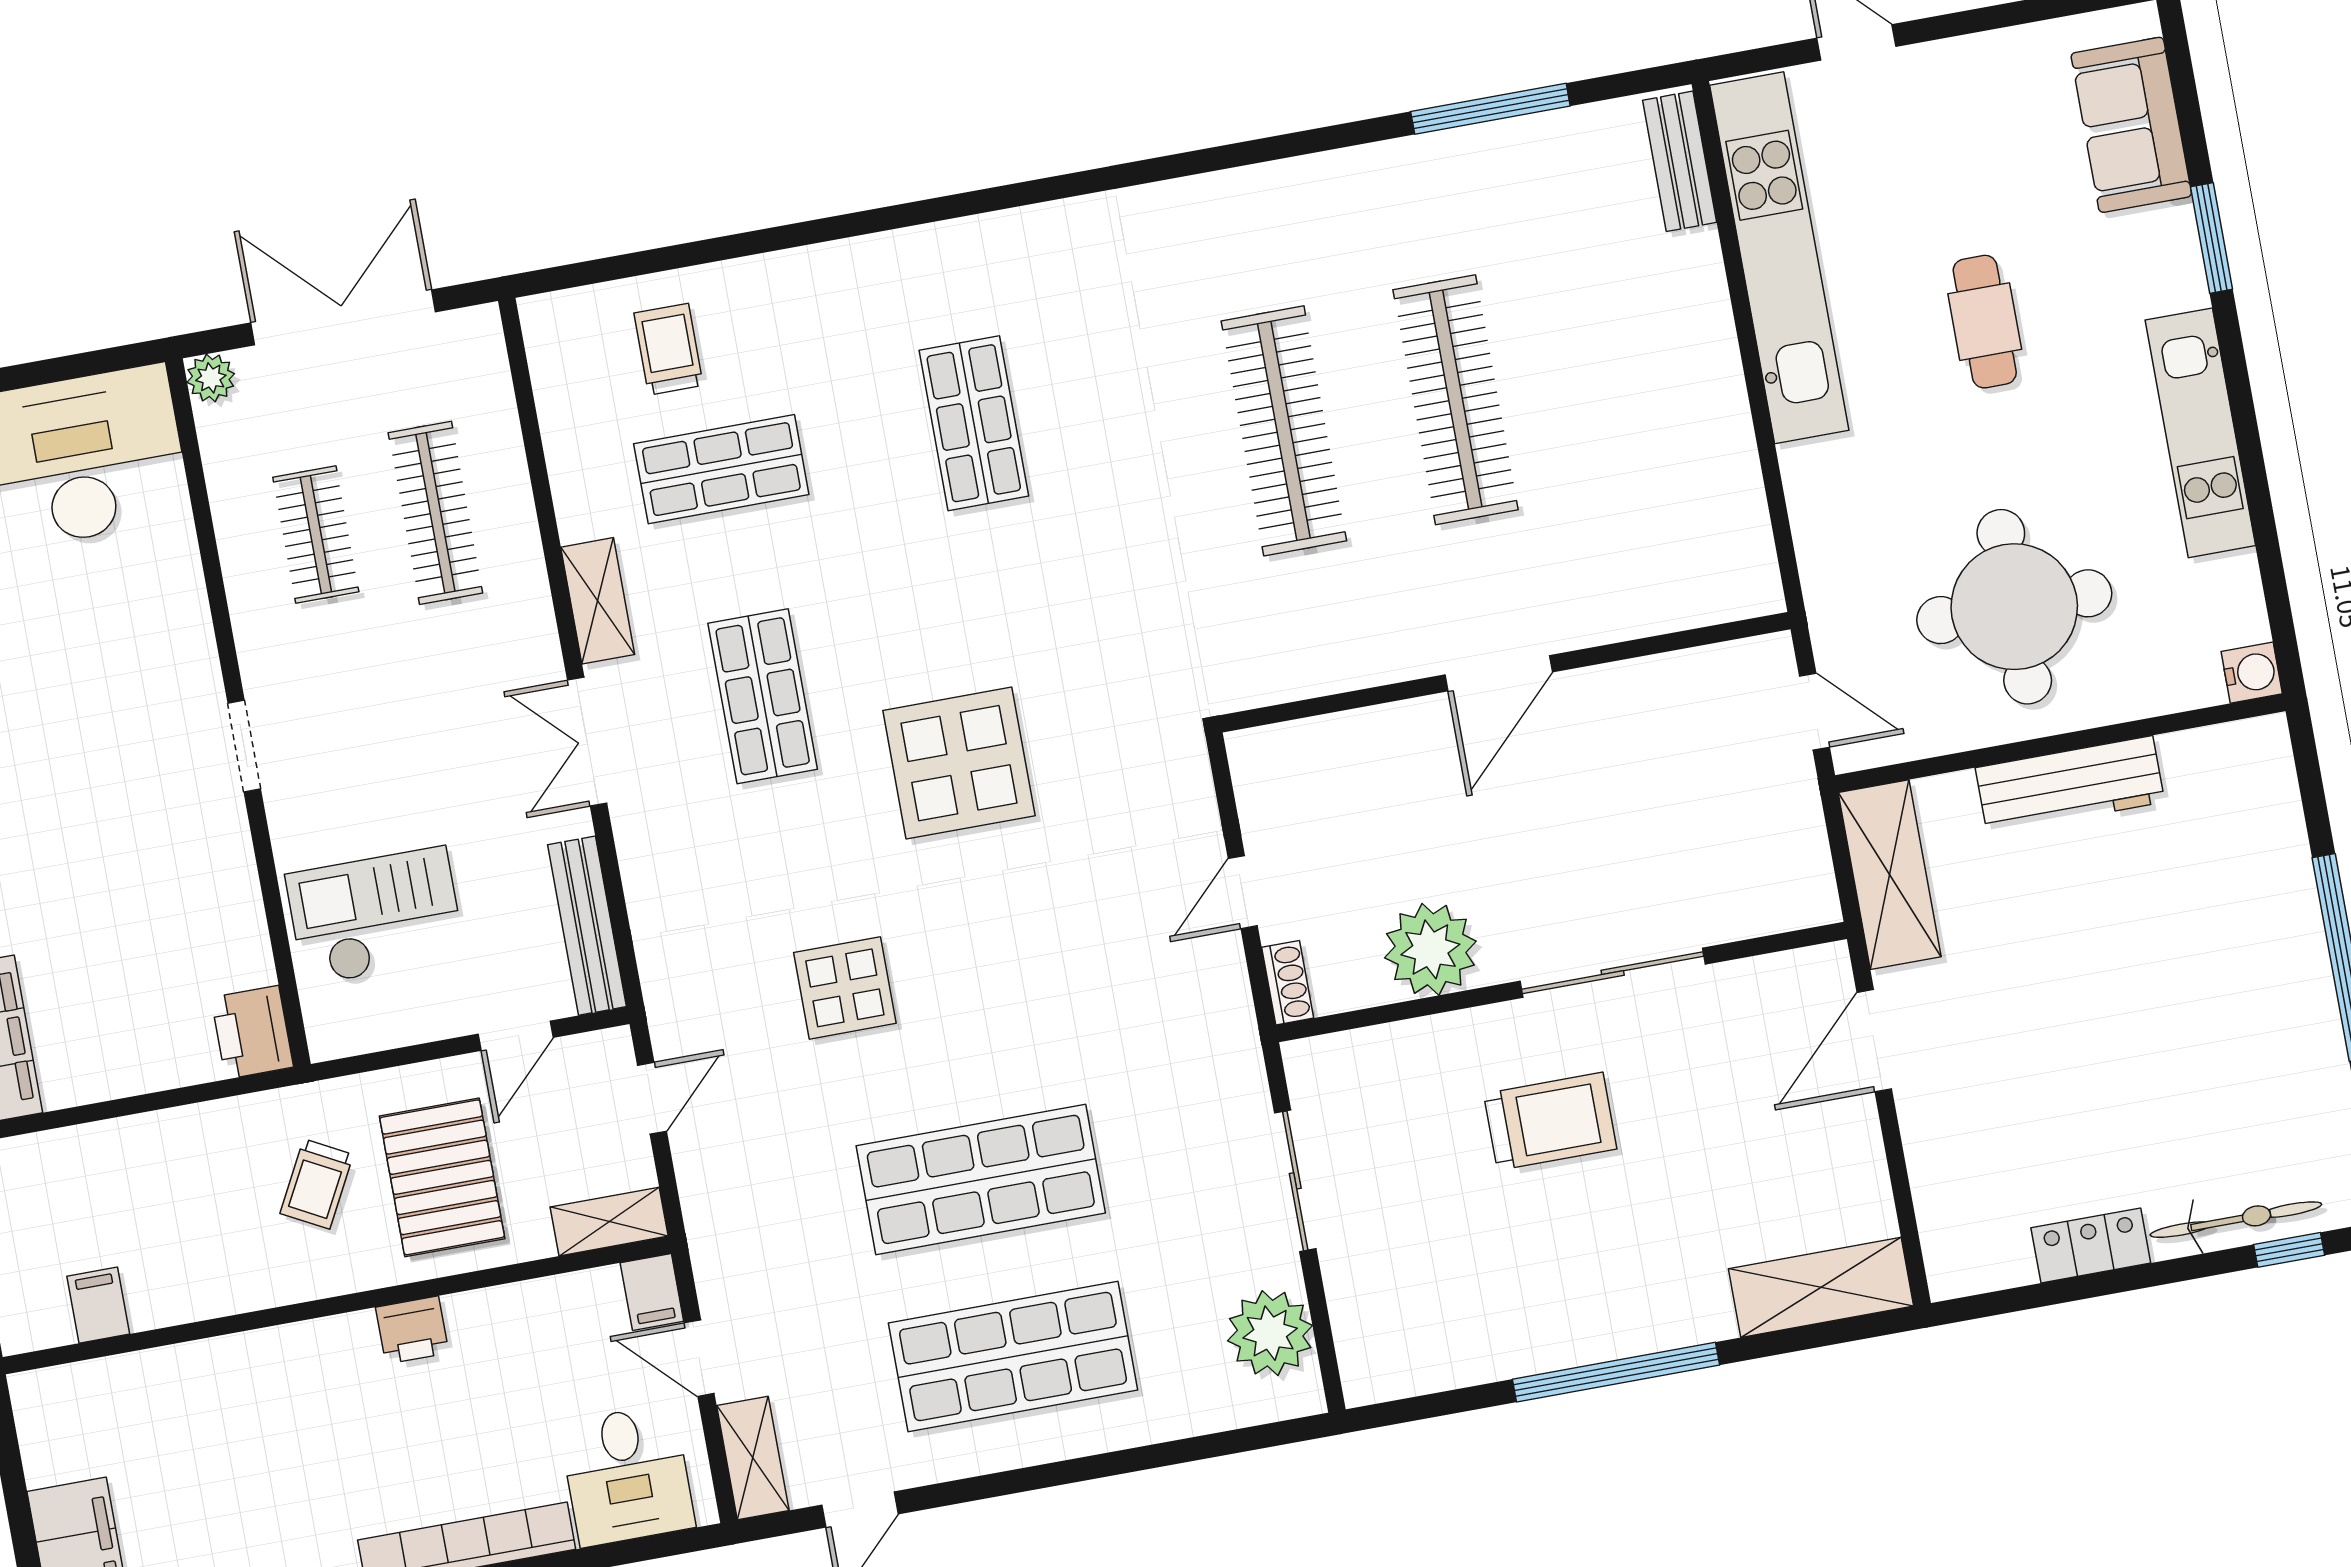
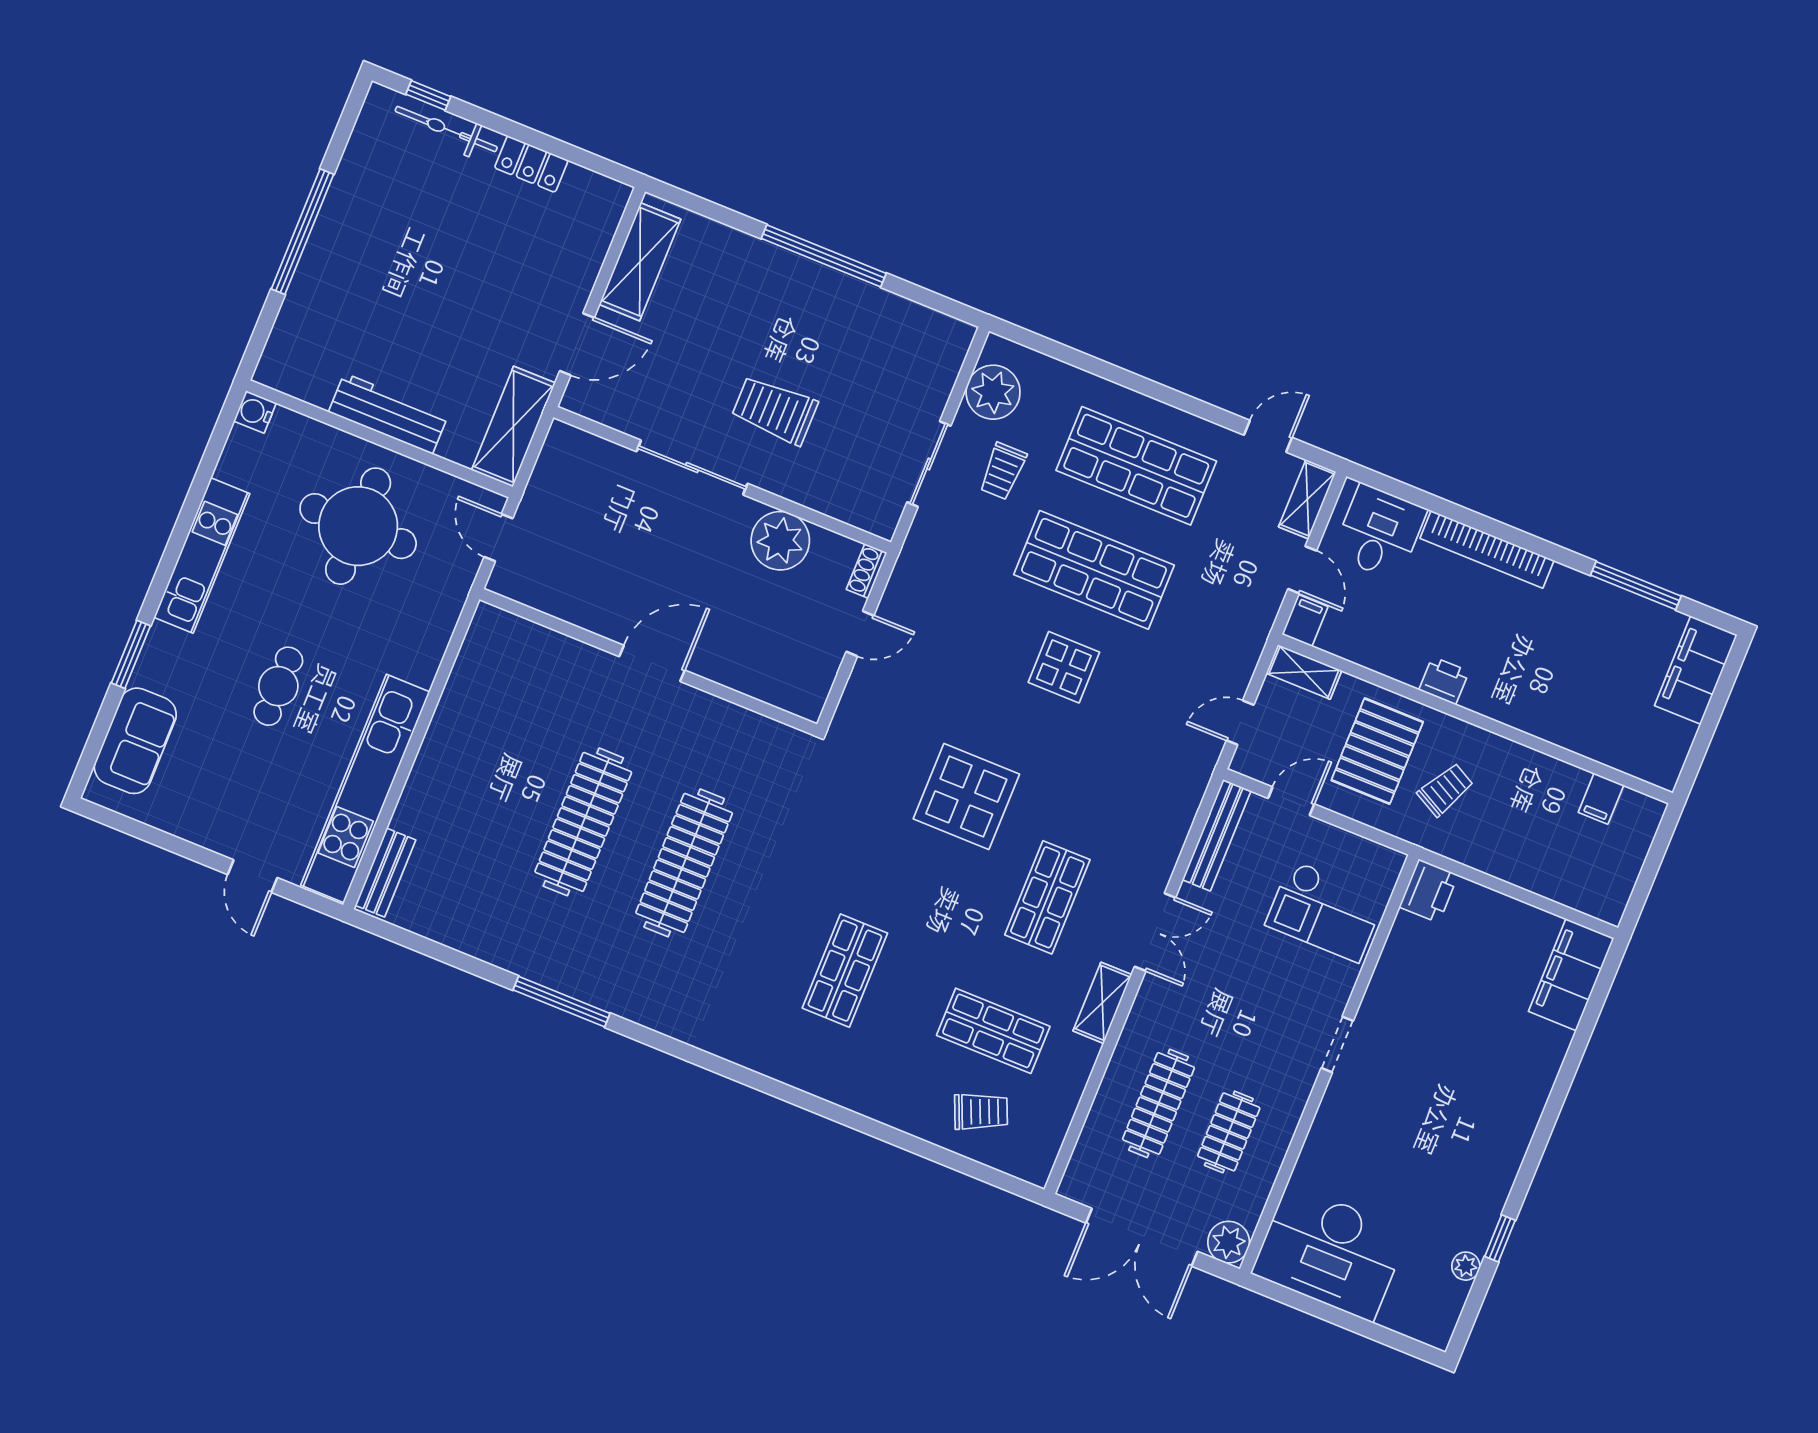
window: (1490, 109) -> (562, 1002), moved
trolley: (669, 349) -> (981, 1112), turned -113
plant: (211, 378) -> (1229, 1242), width x1.38, depth x1.38
display table: (845, 988) -> (1064, 667), moved
trolley: (1189, 1235) -> (1003, 471), added
shelving: (1821, 1287) -> (640, 262), moved, turned 90

